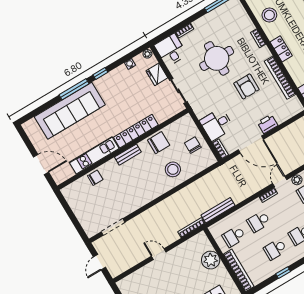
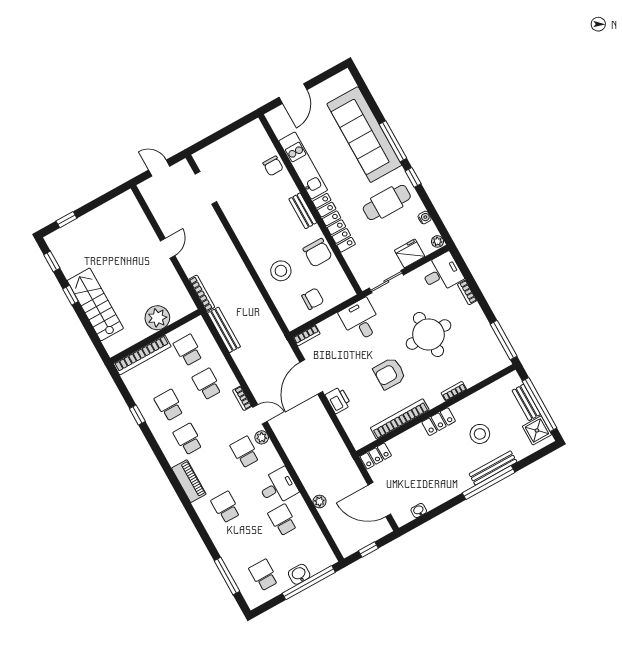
stool: (269, 15) -> (480, 434), moved
cafe table: (120, 92) -> (387, 202), added
desk: (217, 124) -> (360, 320), moved

